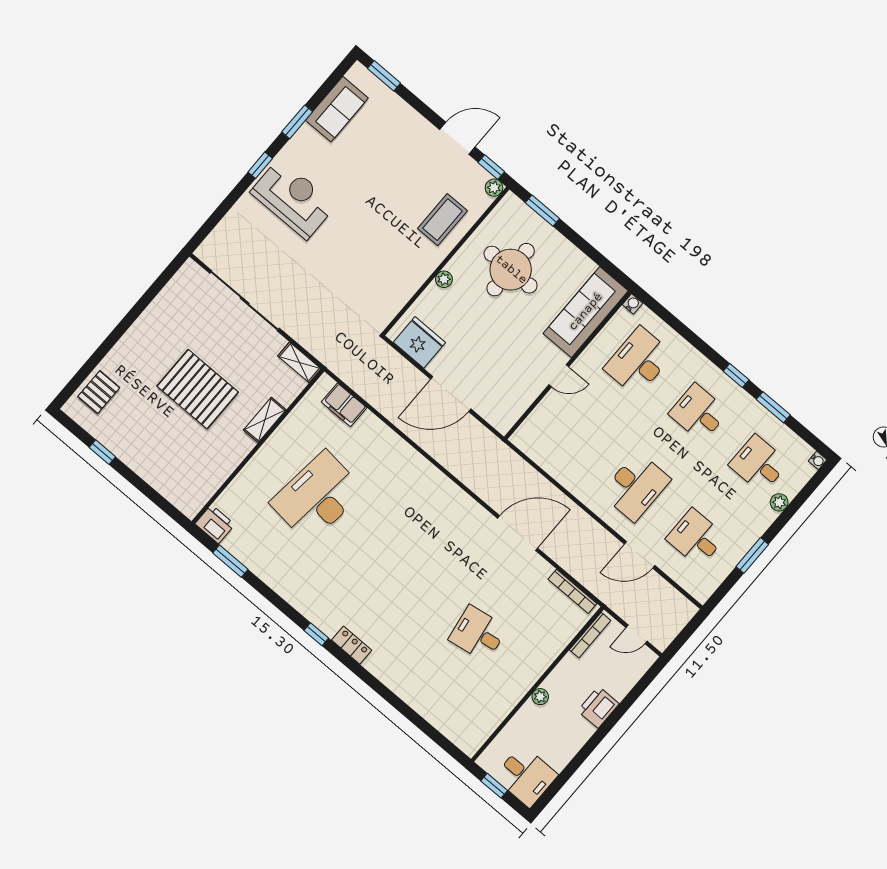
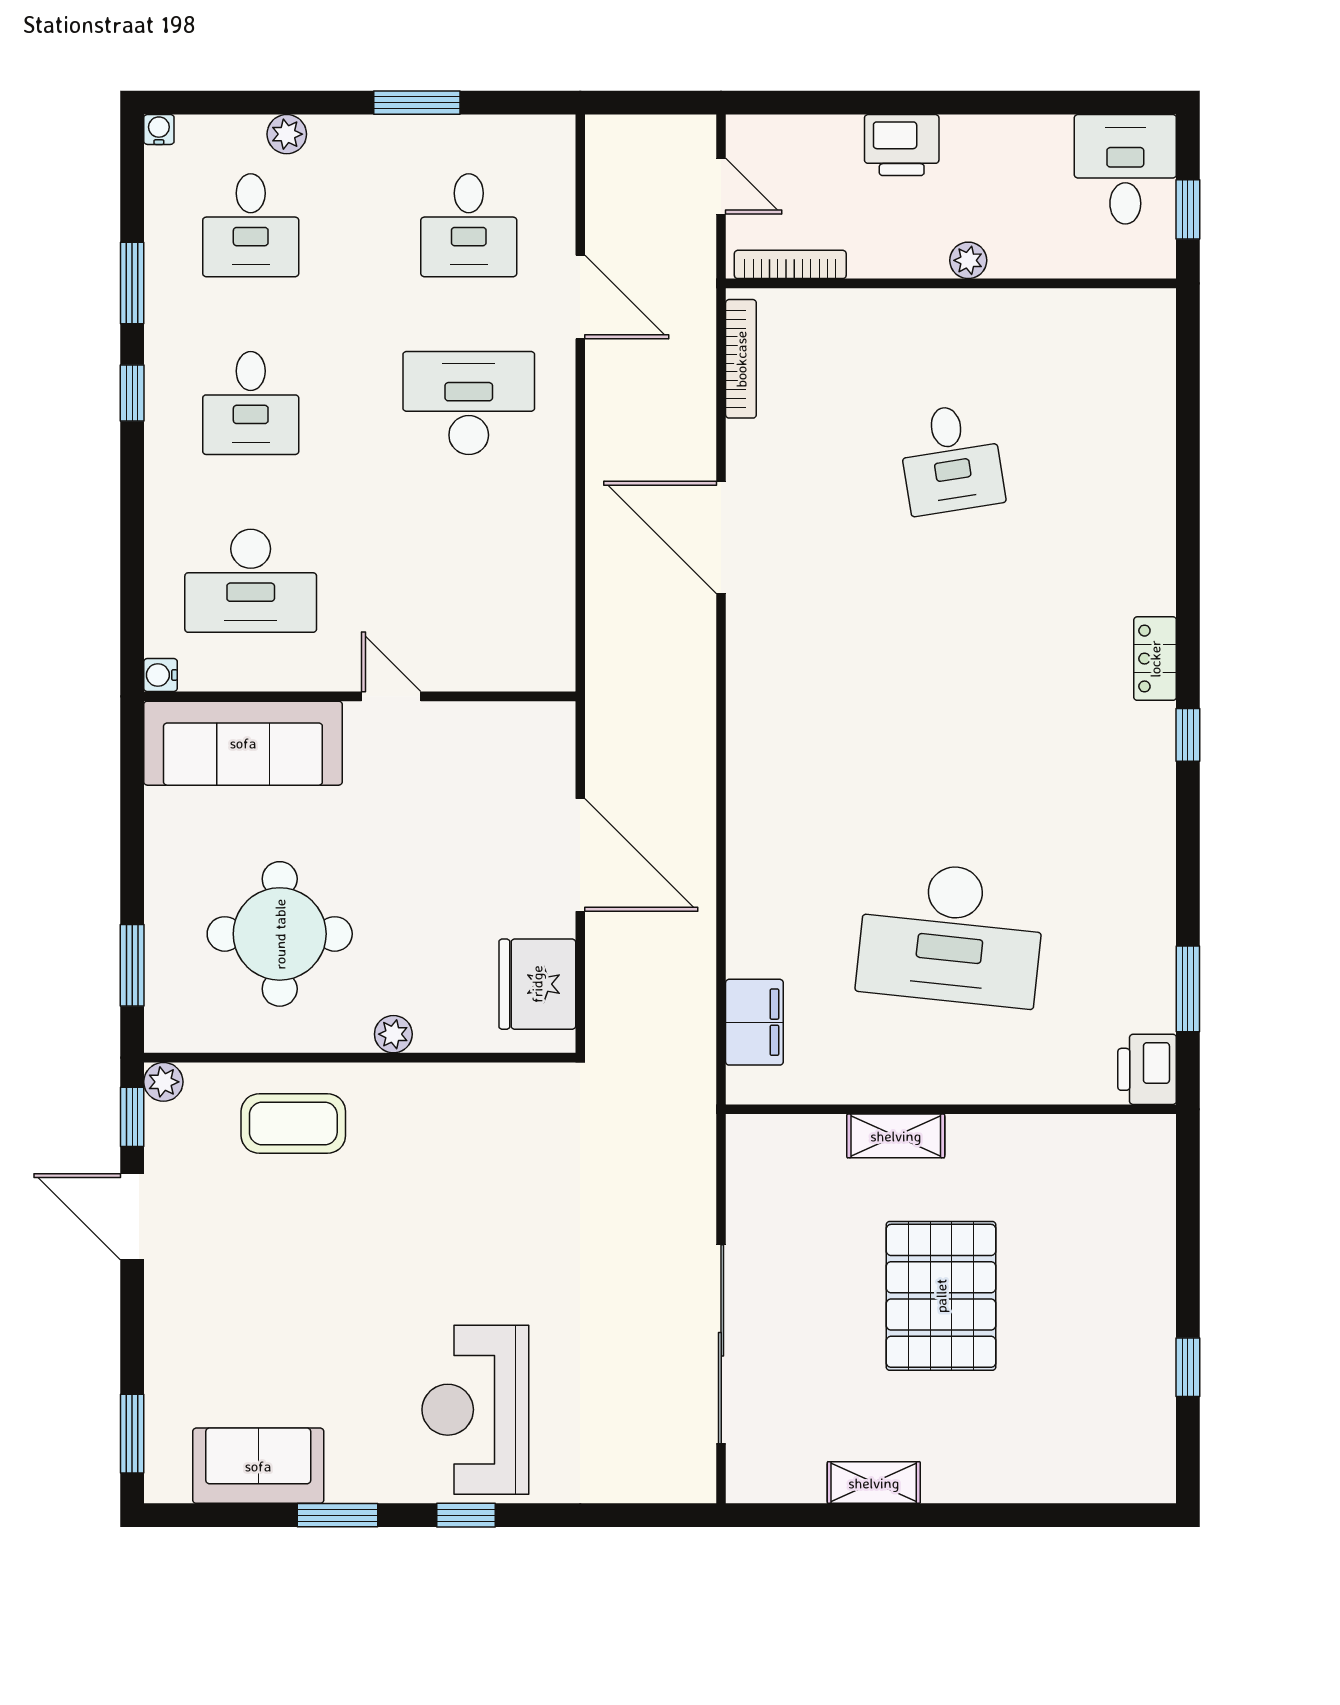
shelving: (299, 362) -> (874, 1483), moved, turned 90
pallet: (99, 392) -> (1090, 1461), removed

